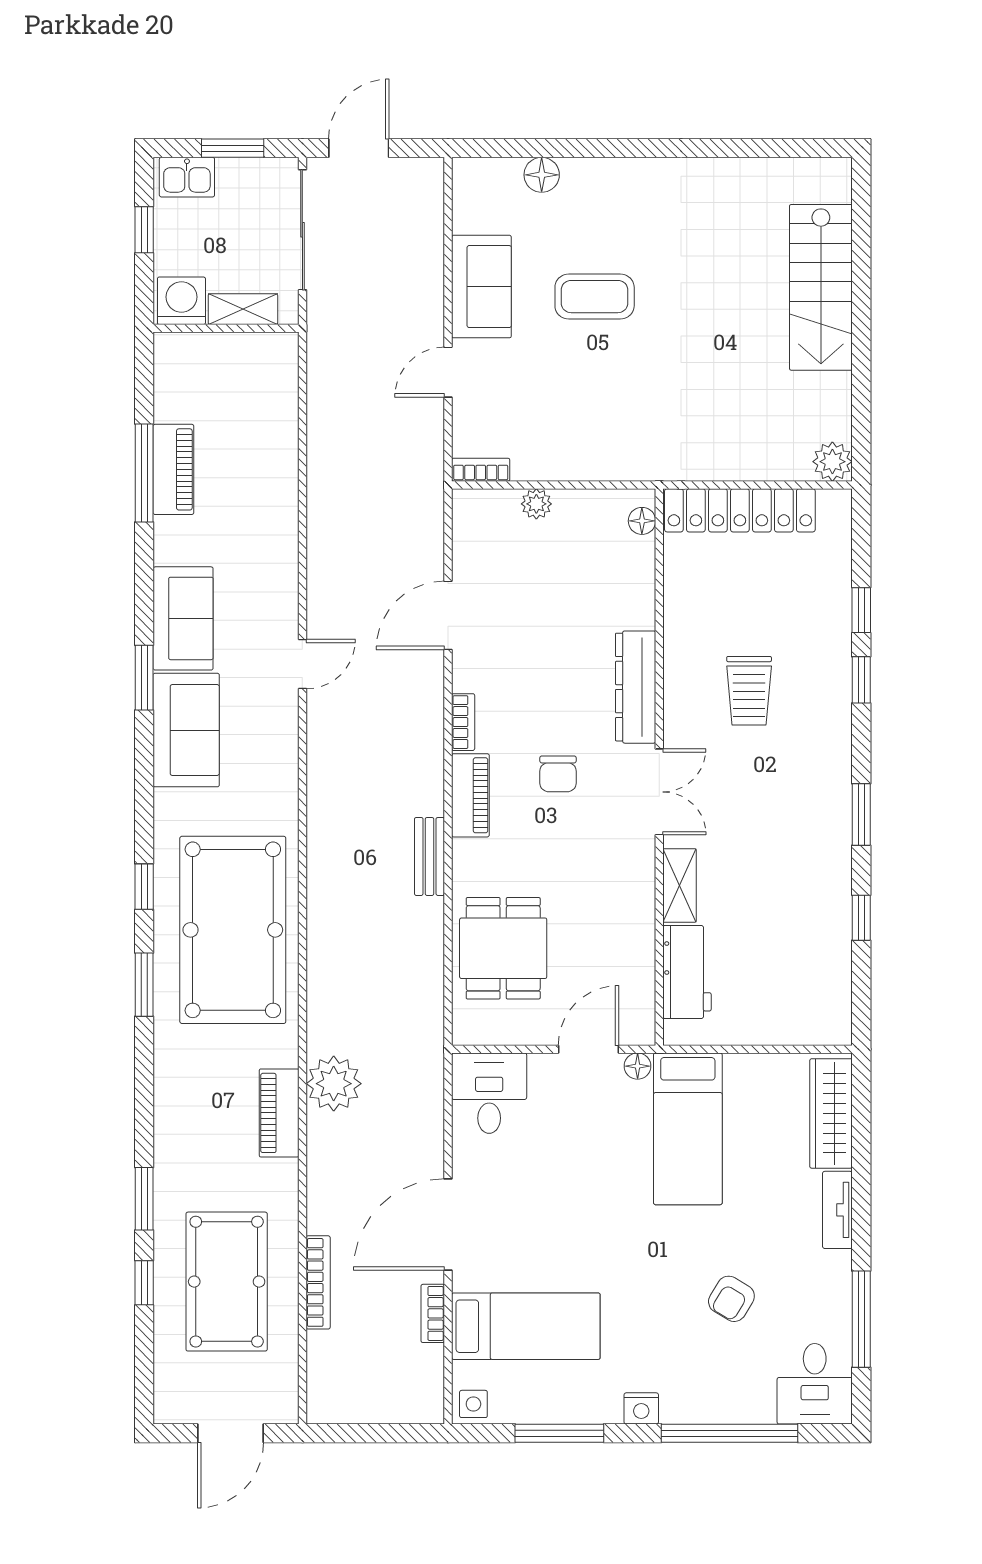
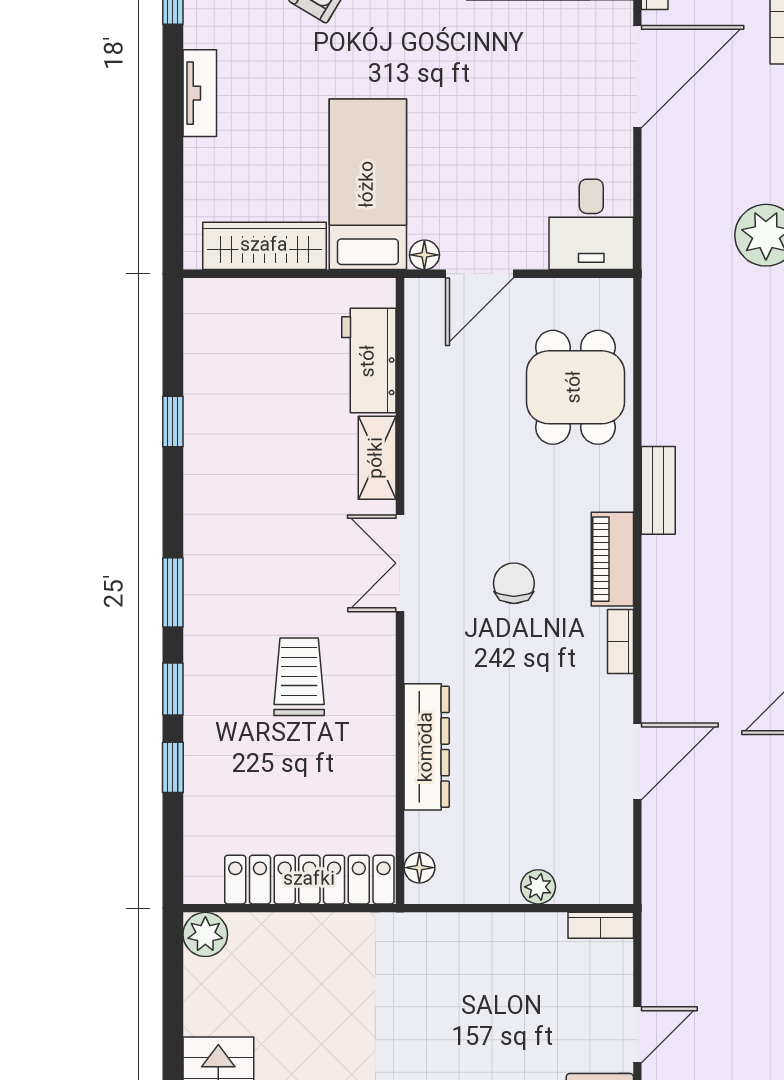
dresser: (636, 687) -> (427, 747), moved
window: (861, 815) -> (173, 592), moved
wardrobe: (831, 1113) -> (264, 246), moved, turned -90

